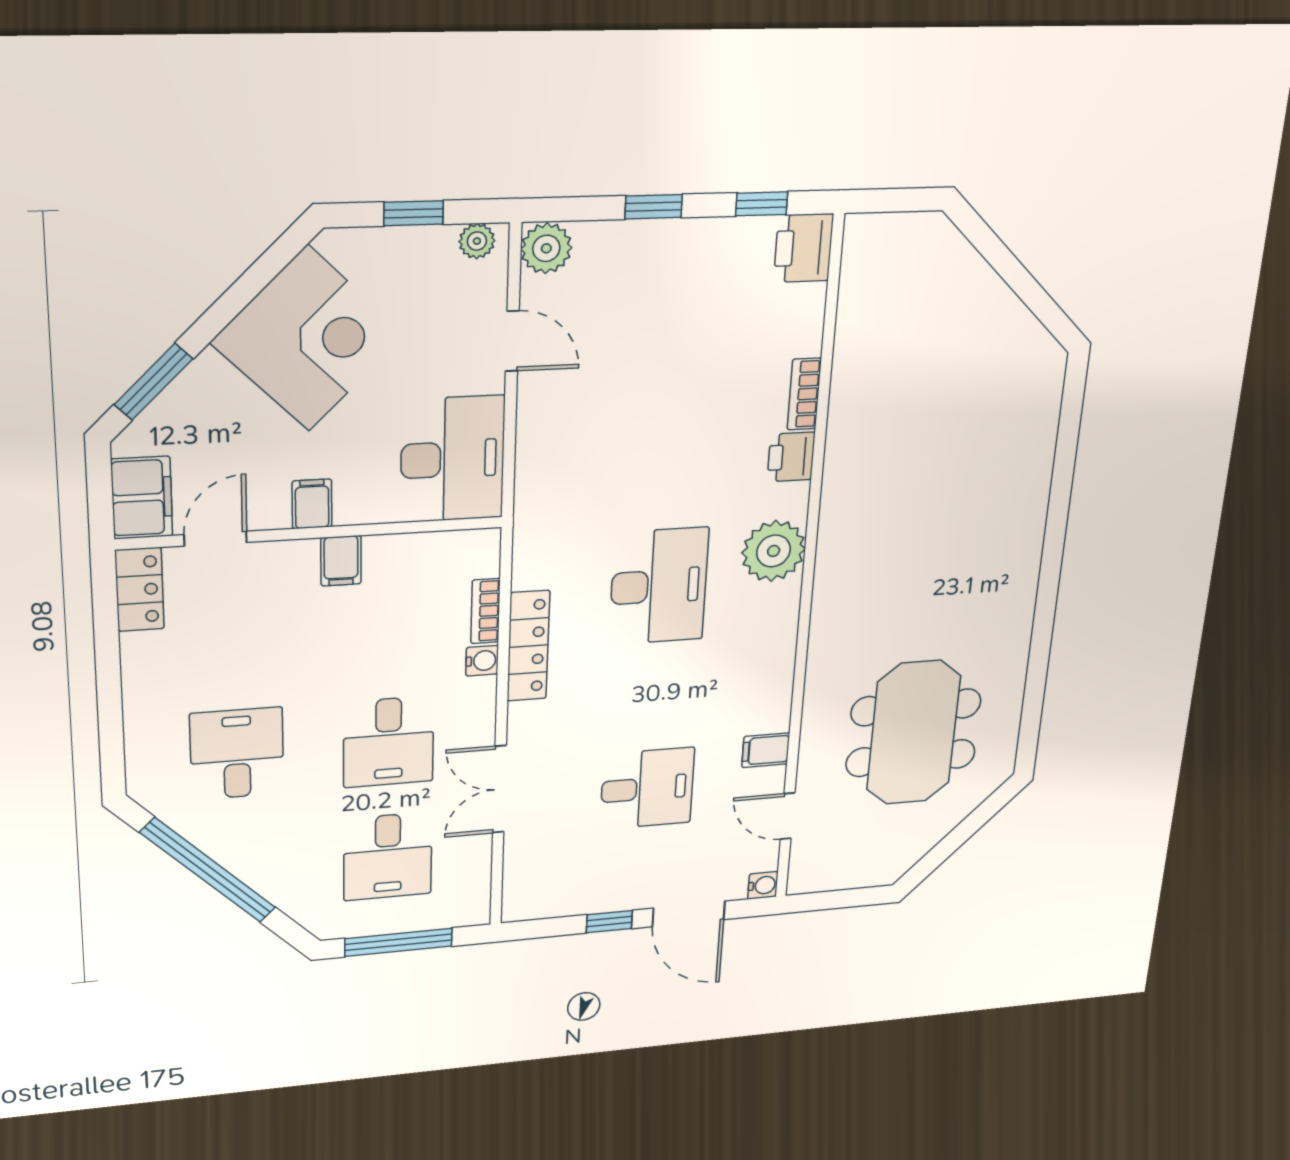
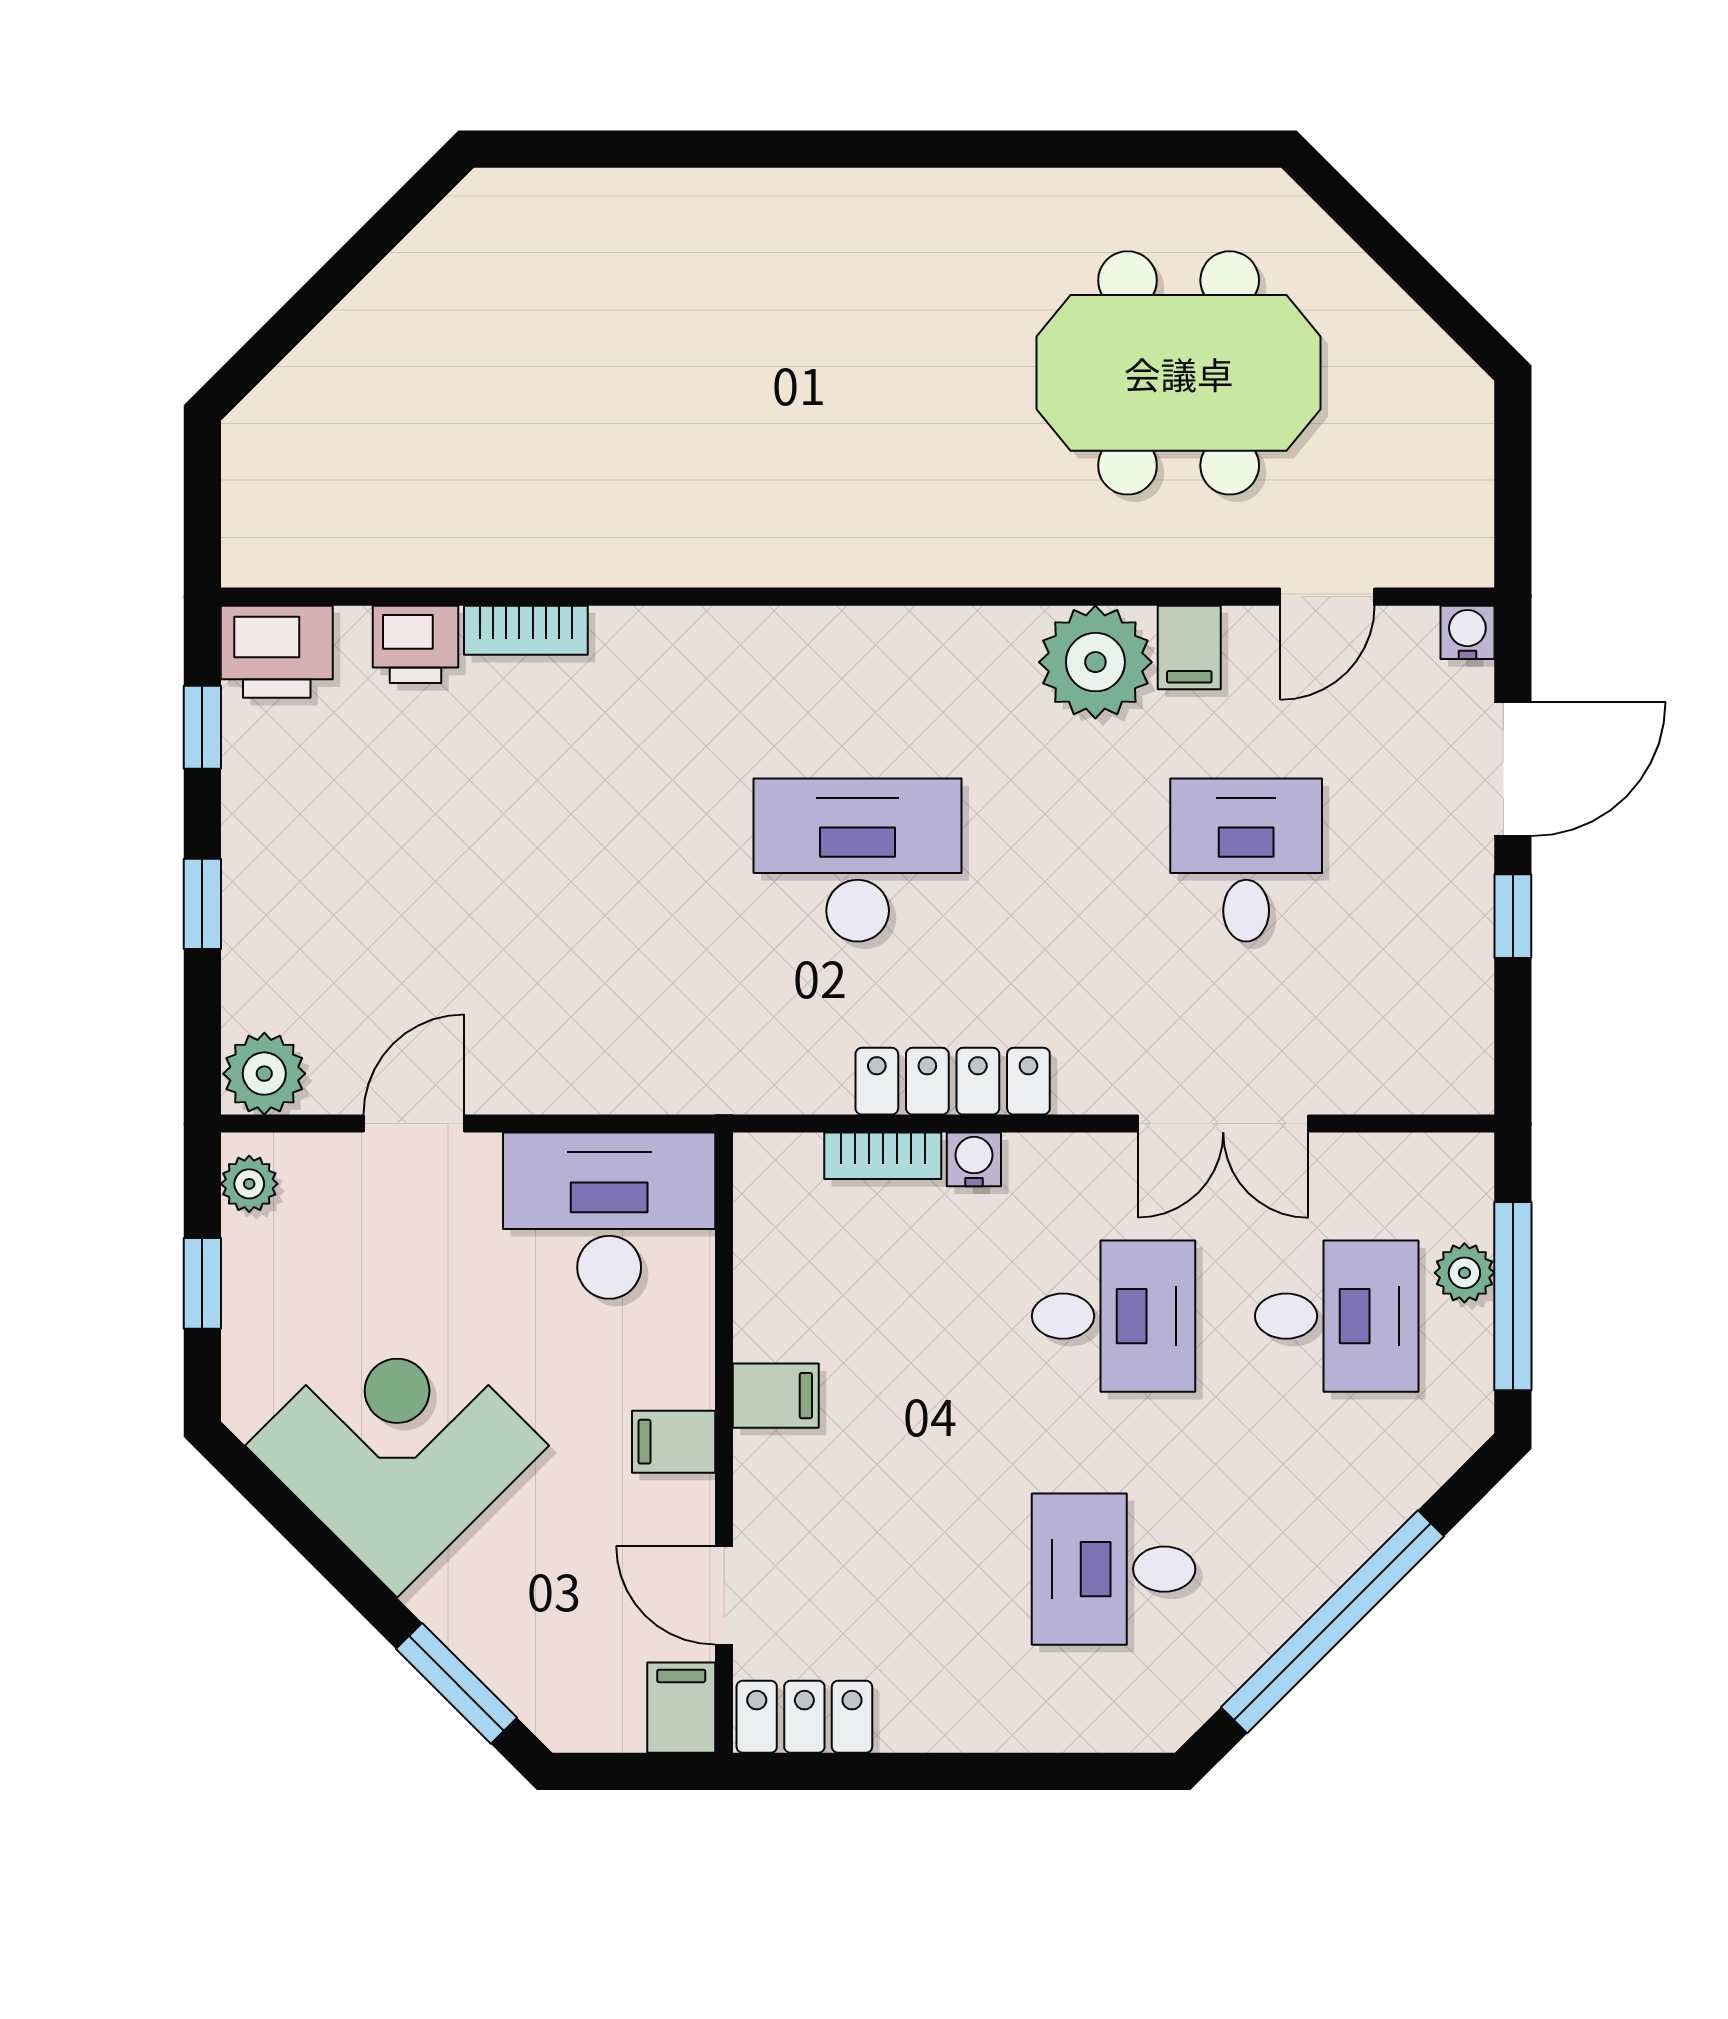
printer: (791, 457) -> (416, 644), moved
filing cabinet: (142, 498) -> (681, 1708), width x0.50
plant: (774, 551) -> (1095, 662), moved
plant: (412, 917) -> (1464, 1273), added

